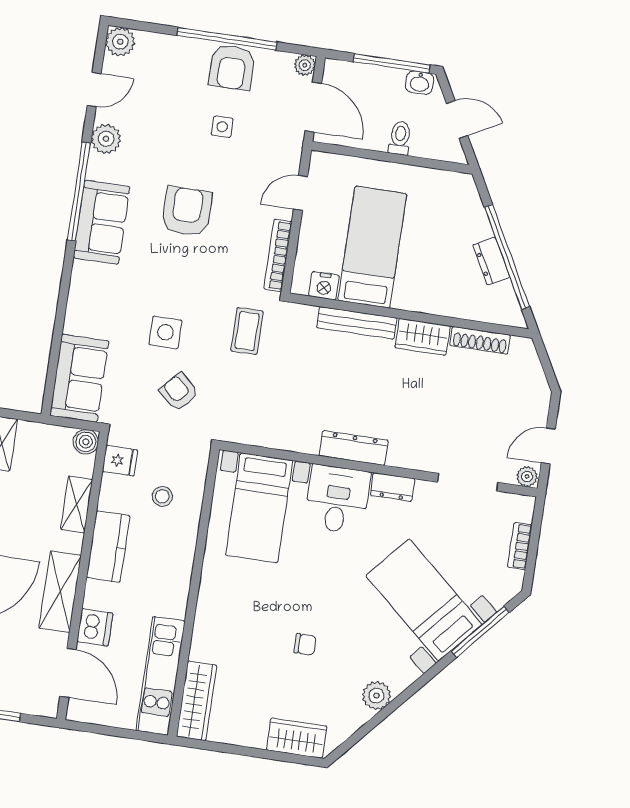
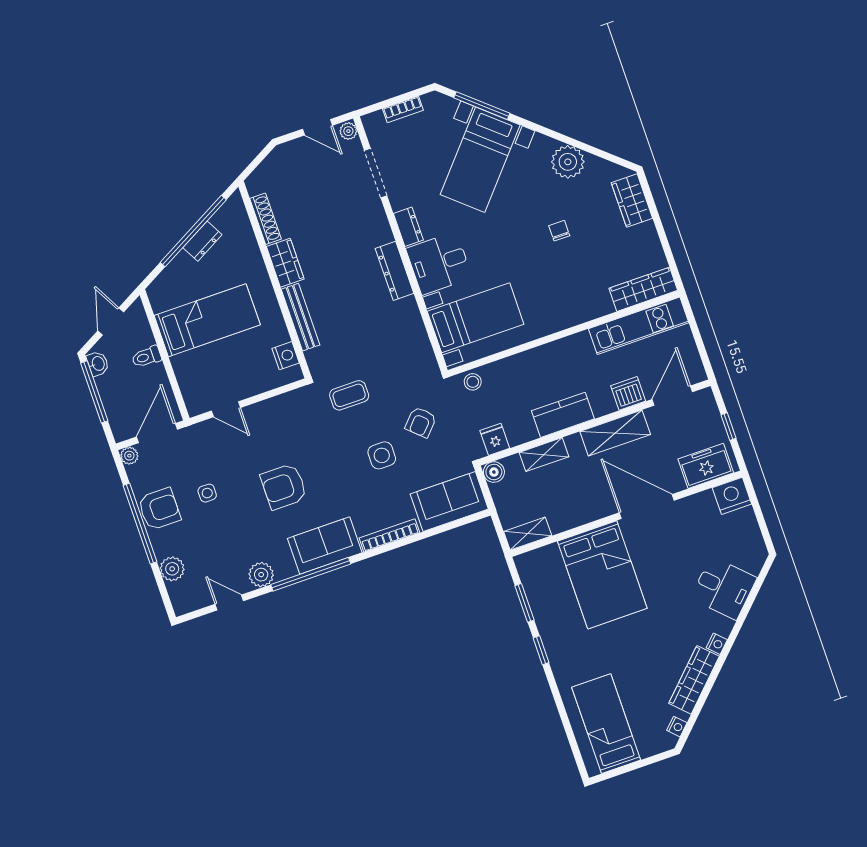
plant: (120, 42) -> (172, 569), moved
bed: (372, 247) -> (207, 320), moved, turned 180
bookcase: (278, 255) -> (389, 535), moved, turned 180
stool: (162, 496) -> (473, 382), moved
plant: (377, 696) -> (568, 162), width x1.36, depth x1.36

